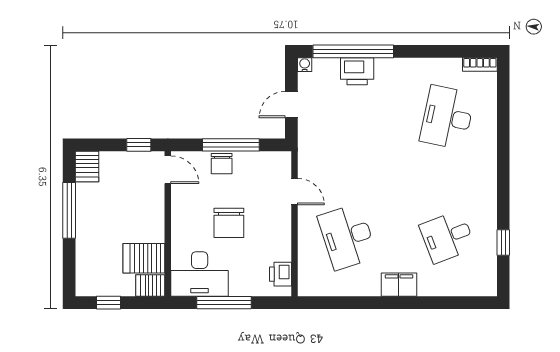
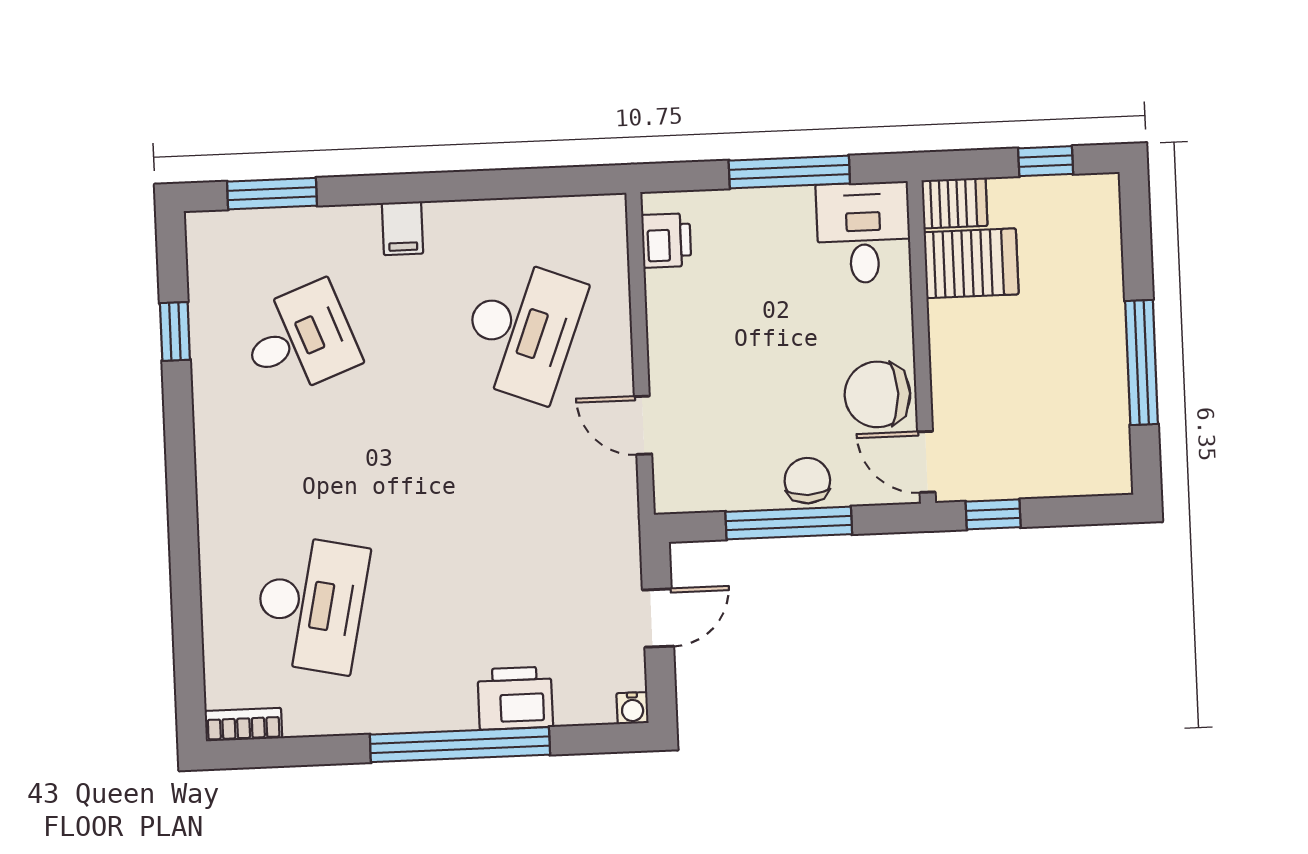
window: (353, 51) -> (460, 745), moved
server rack: (87, 166) -> (1106, 462), removed
chair: (229, 223) -> (877, 394), moved, turned -90
desk: (347, 237) -> (522, 330), turned 39
desk: (200, 274) -> (864, 233), width x0.73
filing cabinet: (399, 285) -> (402, 228), width x0.50
window: (457, 303) -> (272, 194), added

